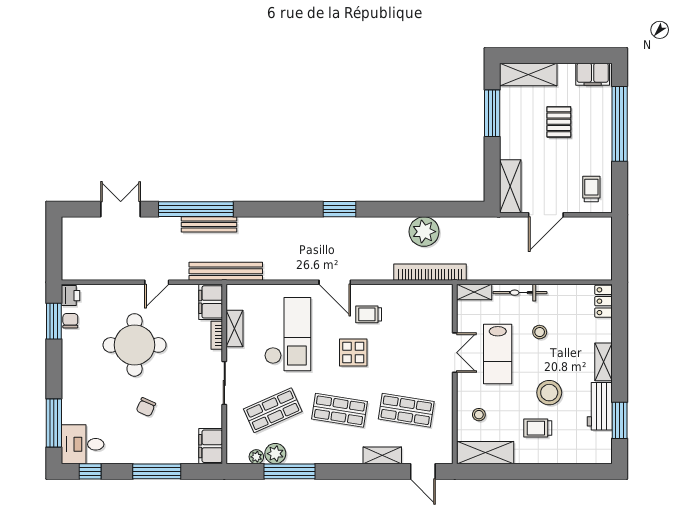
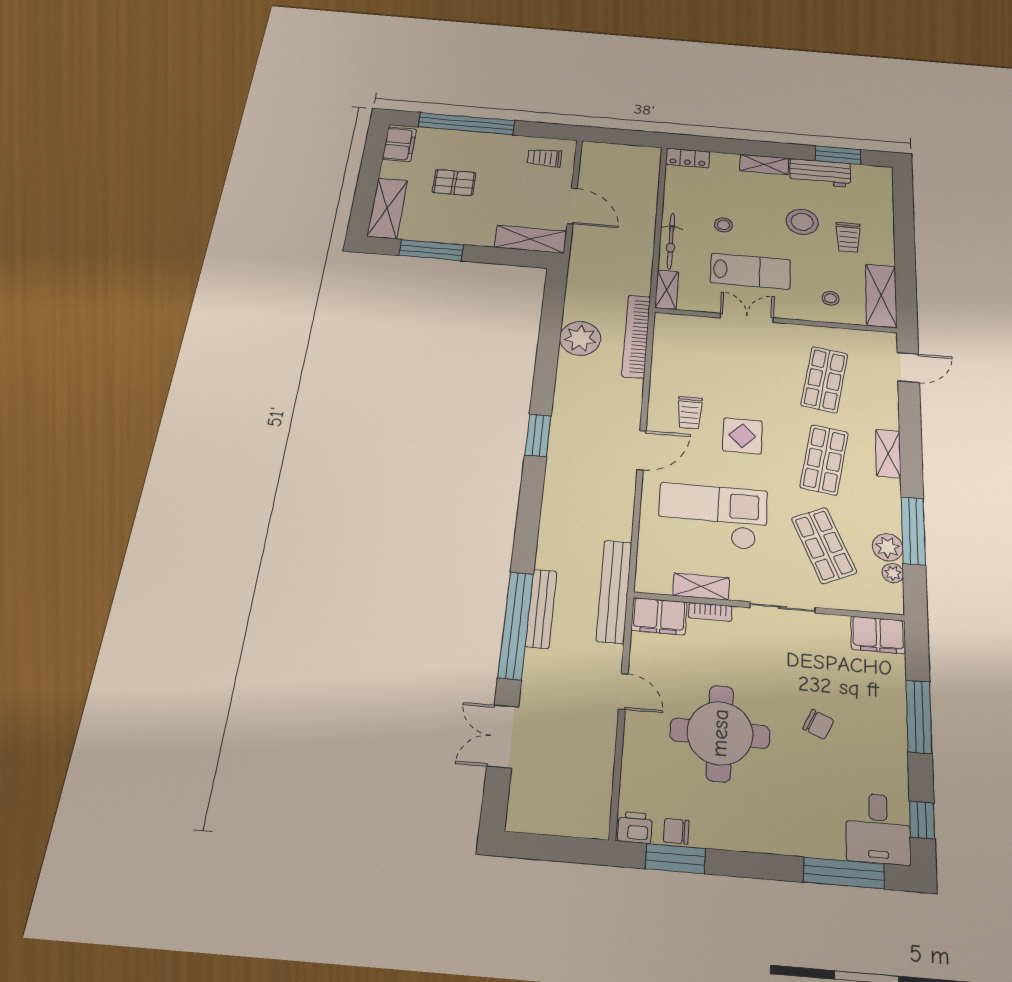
shelving: (382, 455) -> (888, 454), moved

